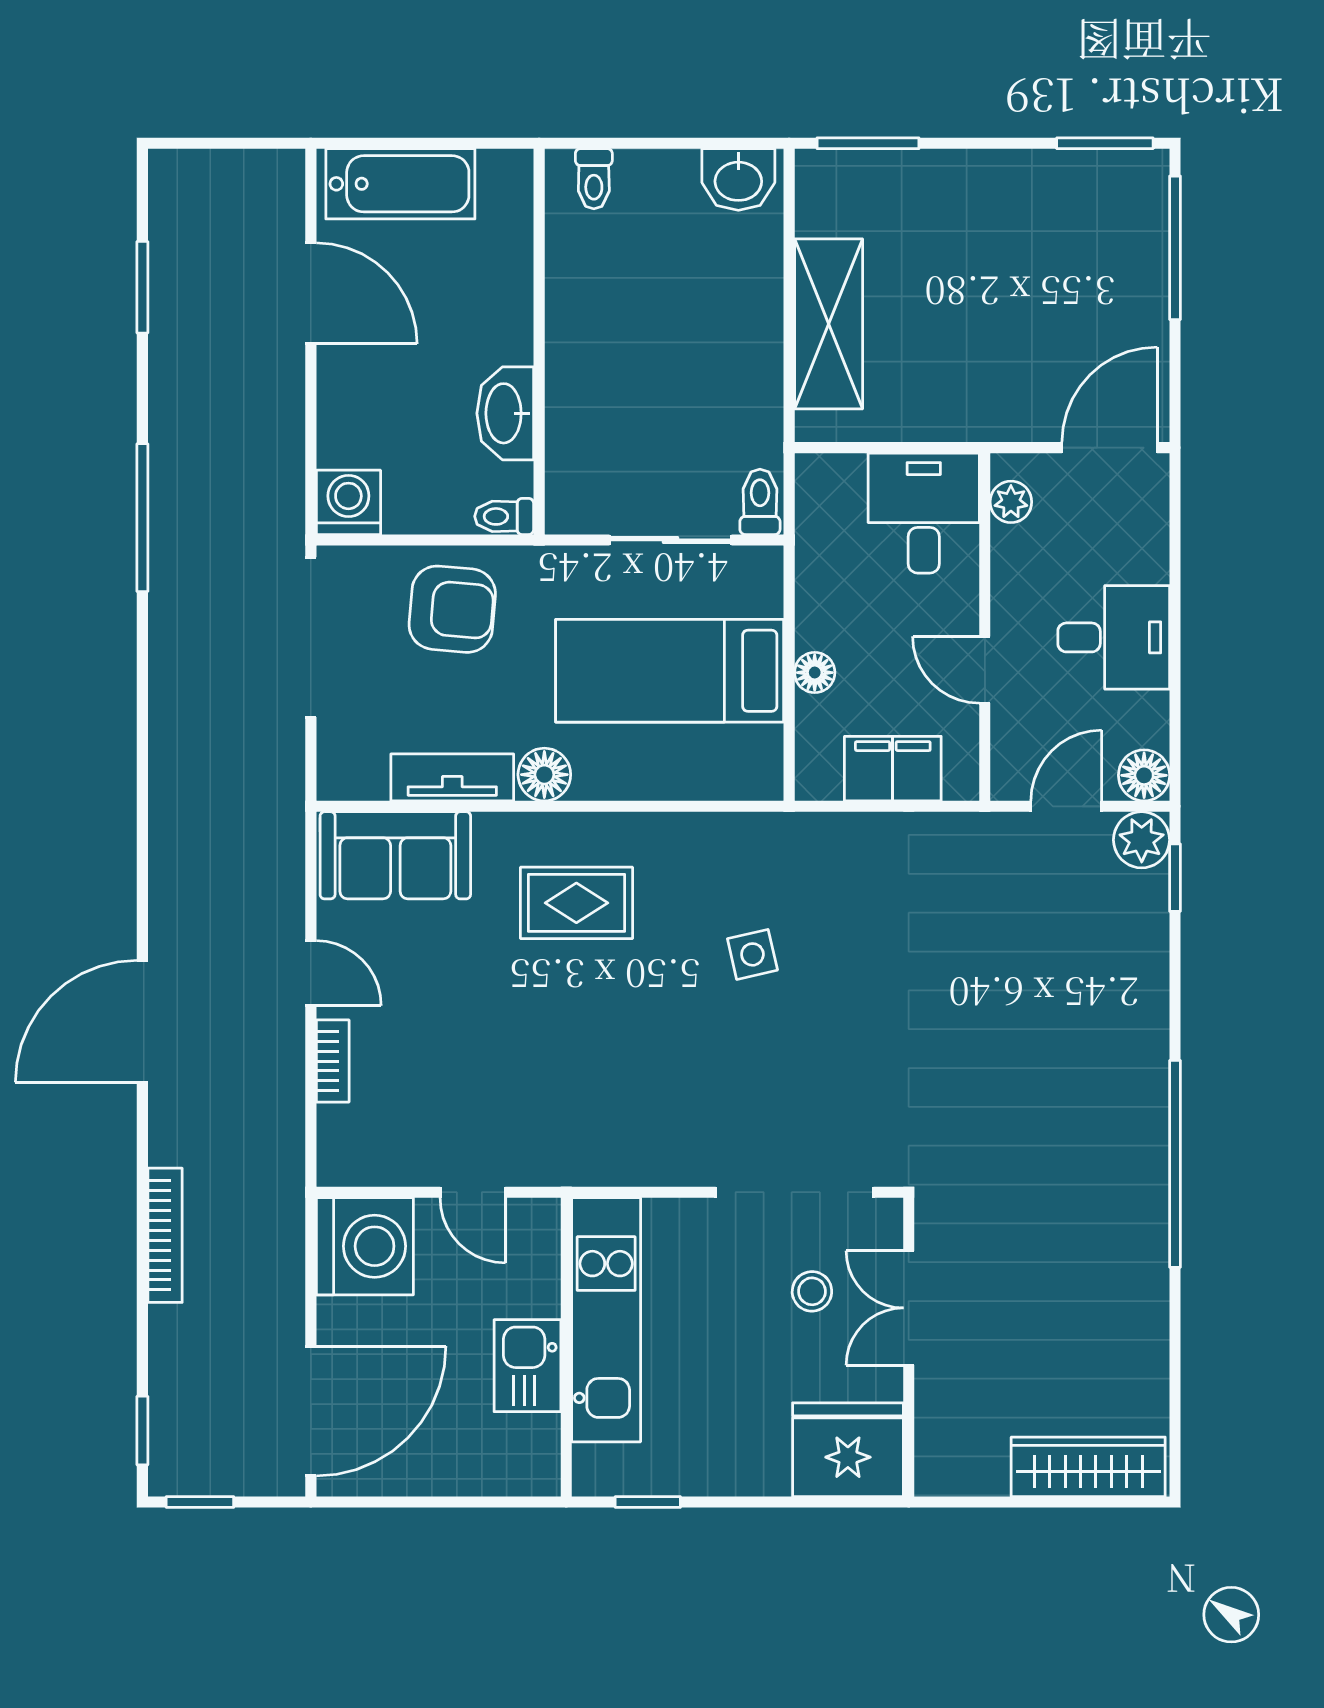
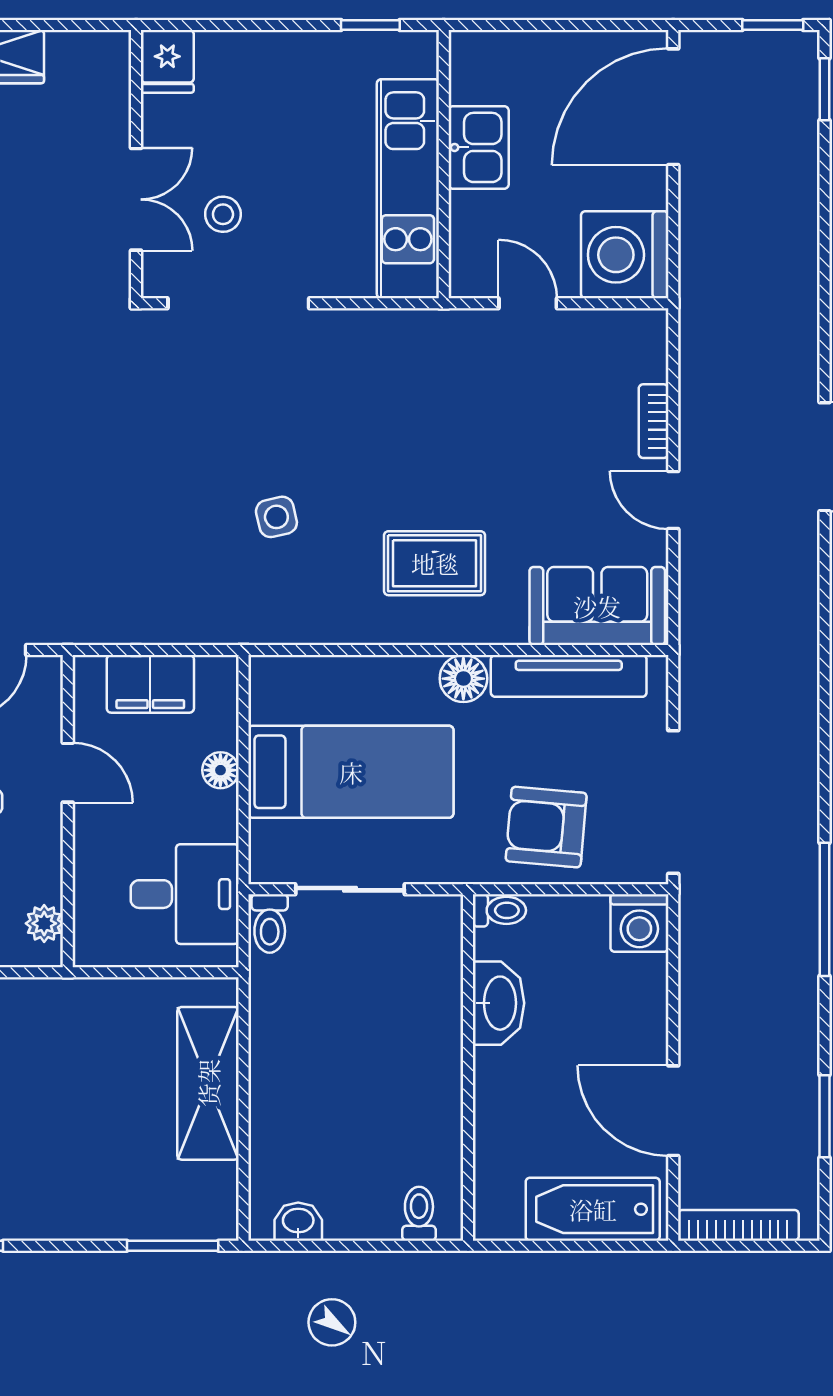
washbasin: (738, 179) -> (298, 1222), width x0.72, depth x0.69
desk: (924, 513) -> (185, 894), moved, turned -90
tv unit: (452, 777) -> (569, 676), width x1.41
bookcase: (165, 1235) -> (738, 1225), moved, turned 90
fridge: (848, 1450) -> (167, 61), width x0.53, depth x0.75

